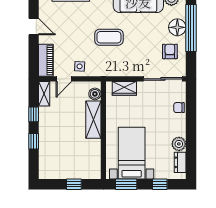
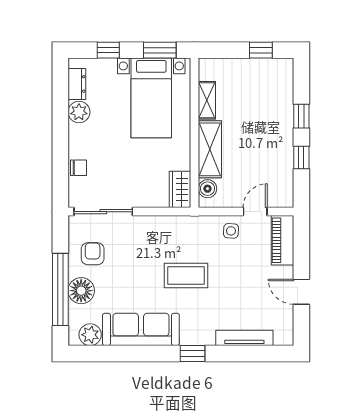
armchair: (170, 51) -> (93, 254), turned 180
wardrobe: (124, 88) -> (180, 189), moved, turned -90
shelving: (44, 94) -> (207, 100), moved
window: (74, 184) -> (261, 50), moved

